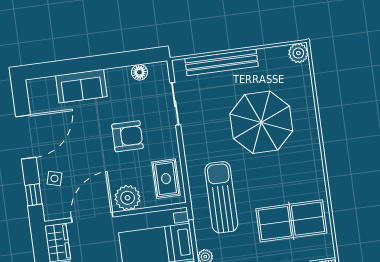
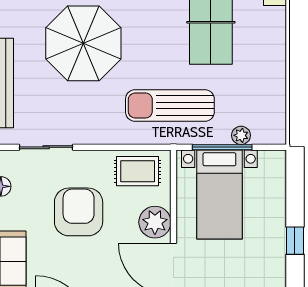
armchair: (128, 136) -> (79, 212), width x1.36, depth x1.36

